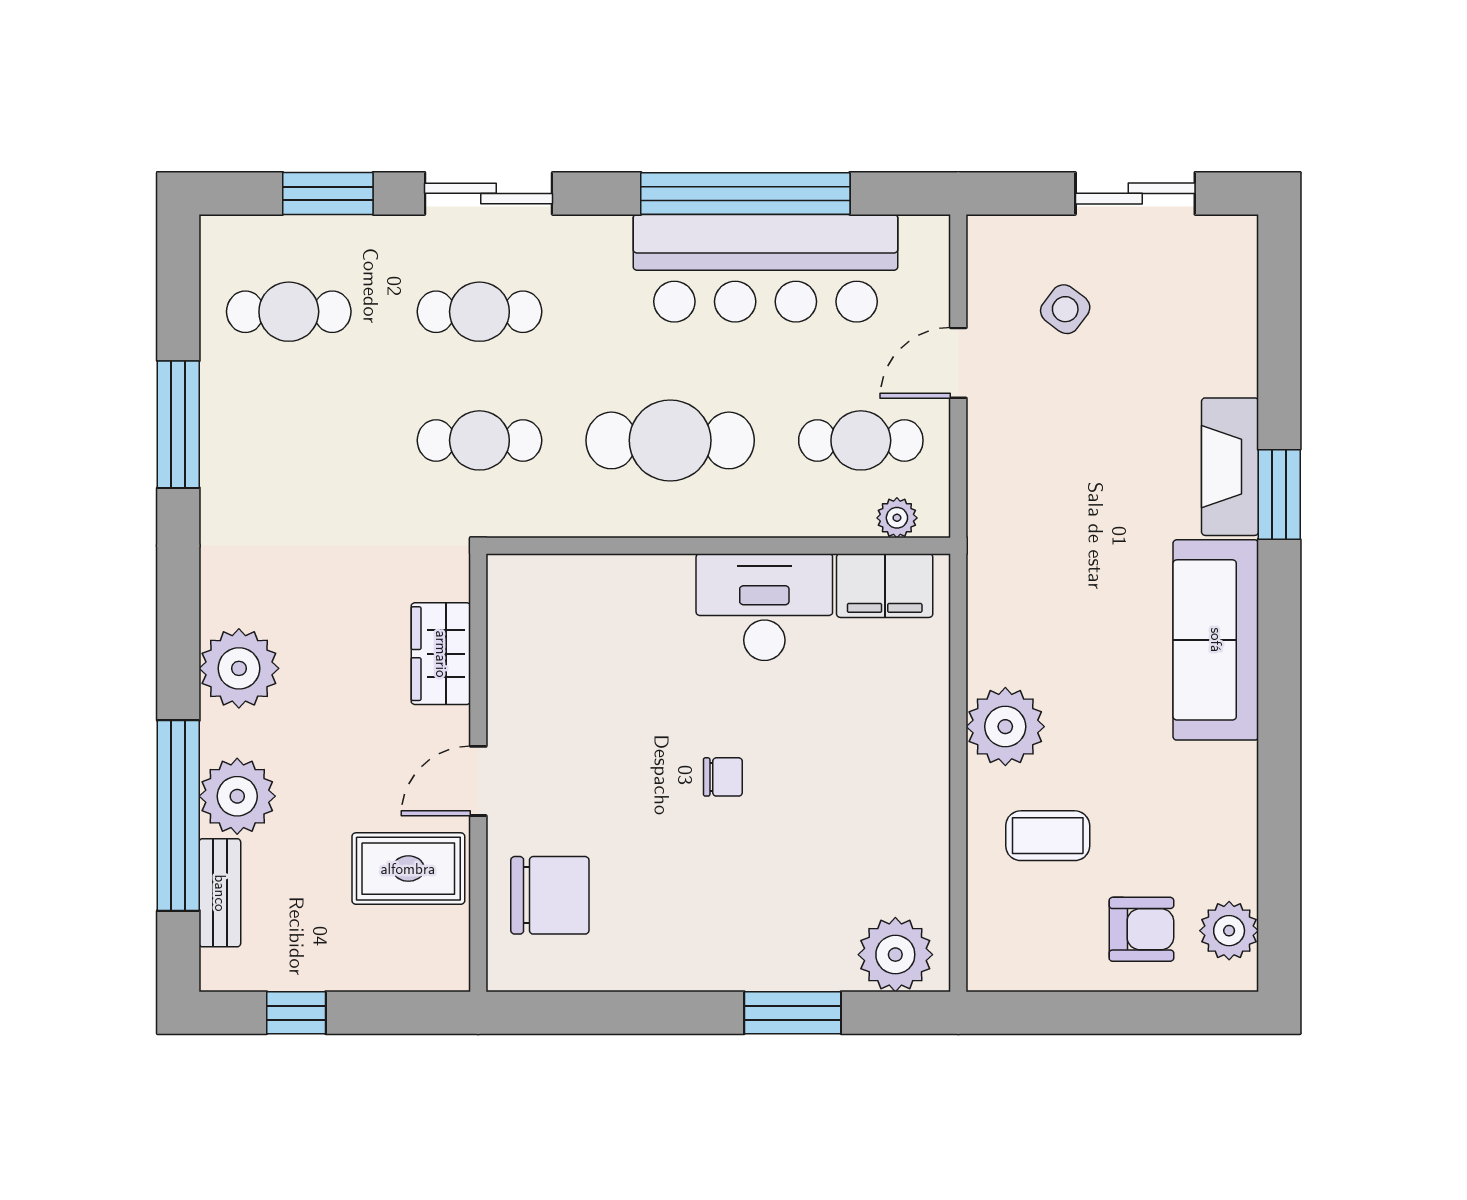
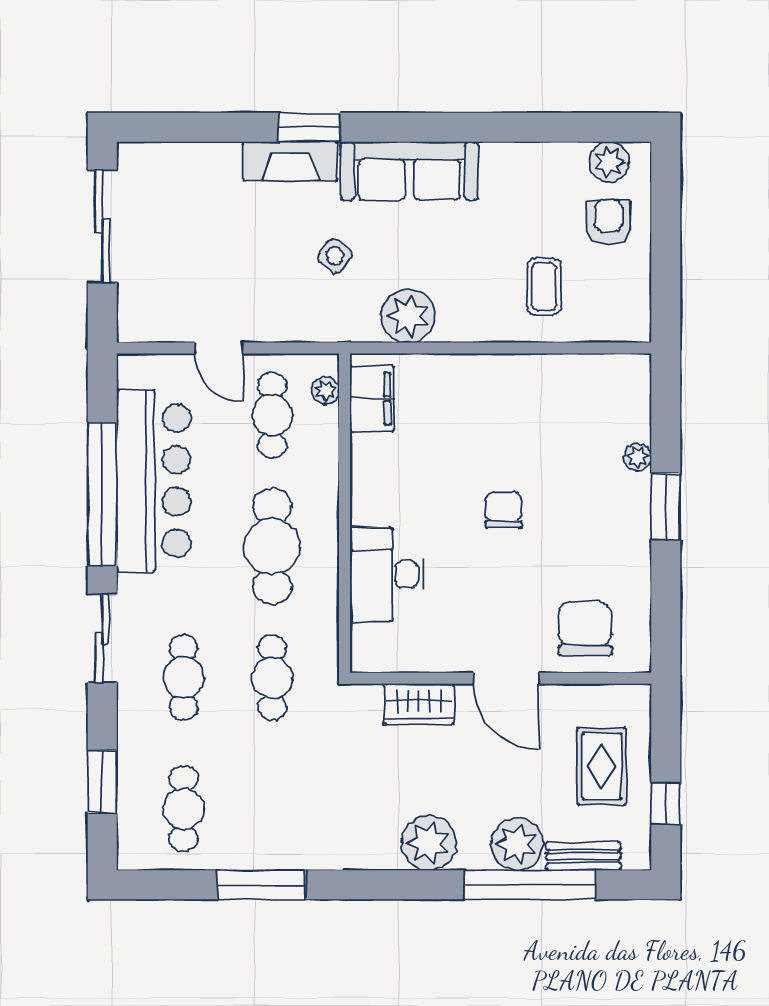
sliding door: (489, 193) -> (102, 639), moved
sliding door: (1135, 193) -> (102, 226), width x1.37
side table: (1065, 309) -> (335, 256), moved
desk: (764, 607) -> (387, 574), moved
plant: (1005, 727) -> (408, 316), moved
chair: (723, 777) -> (504, 510), width x1.37, depth x1.37
door: (478, 781) -> (506, 678), width x1.38
rug: (408, 869) -> (602, 766), moved
plant: (895, 955) -> (638, 457), moved, width x0.53, depth x0.53
window: (793, 1013) -> (666, 507), moved

